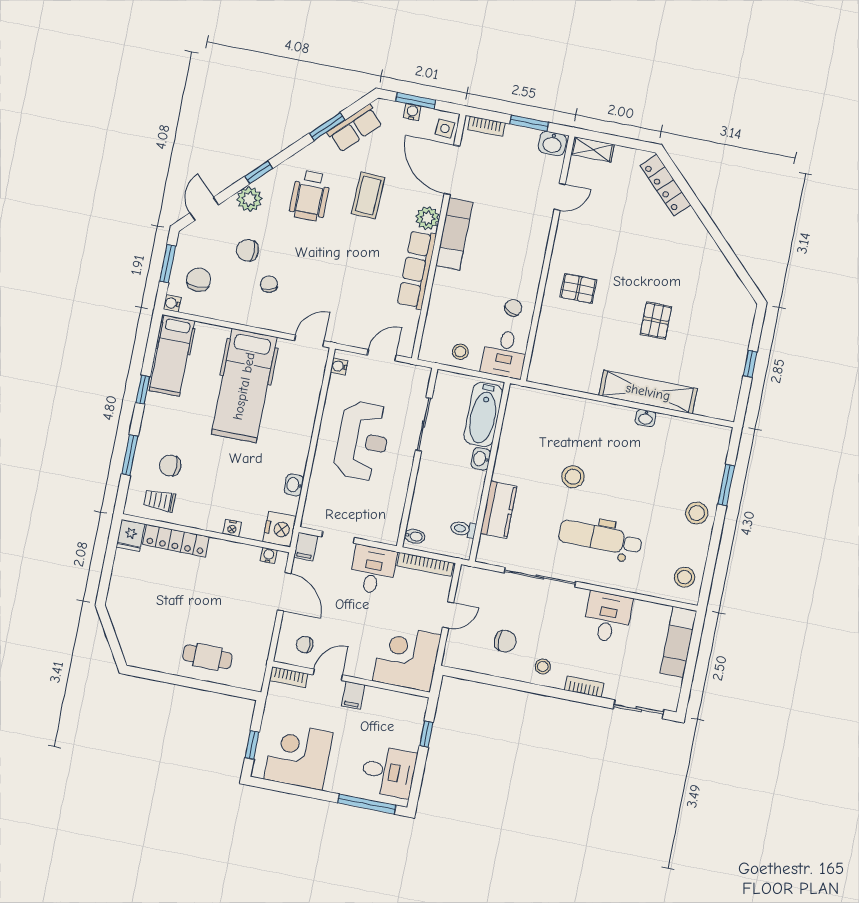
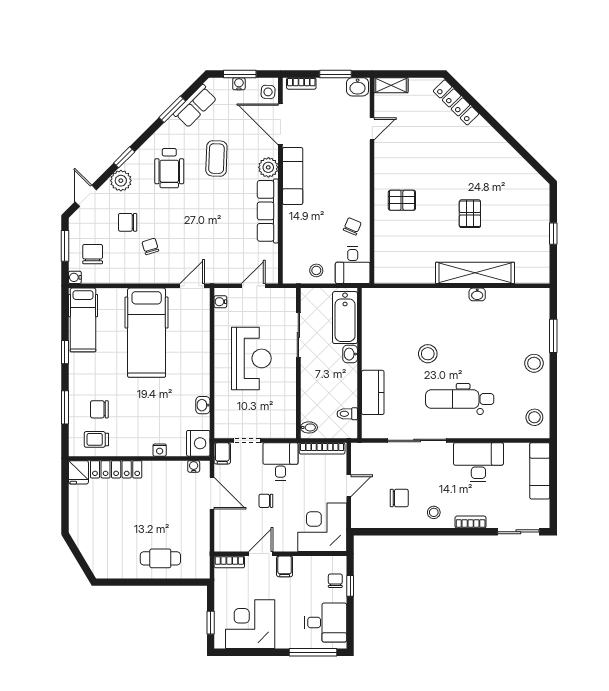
desk: (608, 617) -> (478, 462), width x1.37
chair: (305, 645) -> (266, 501), moved
chair: (410, 724) -> (335, 581), added

